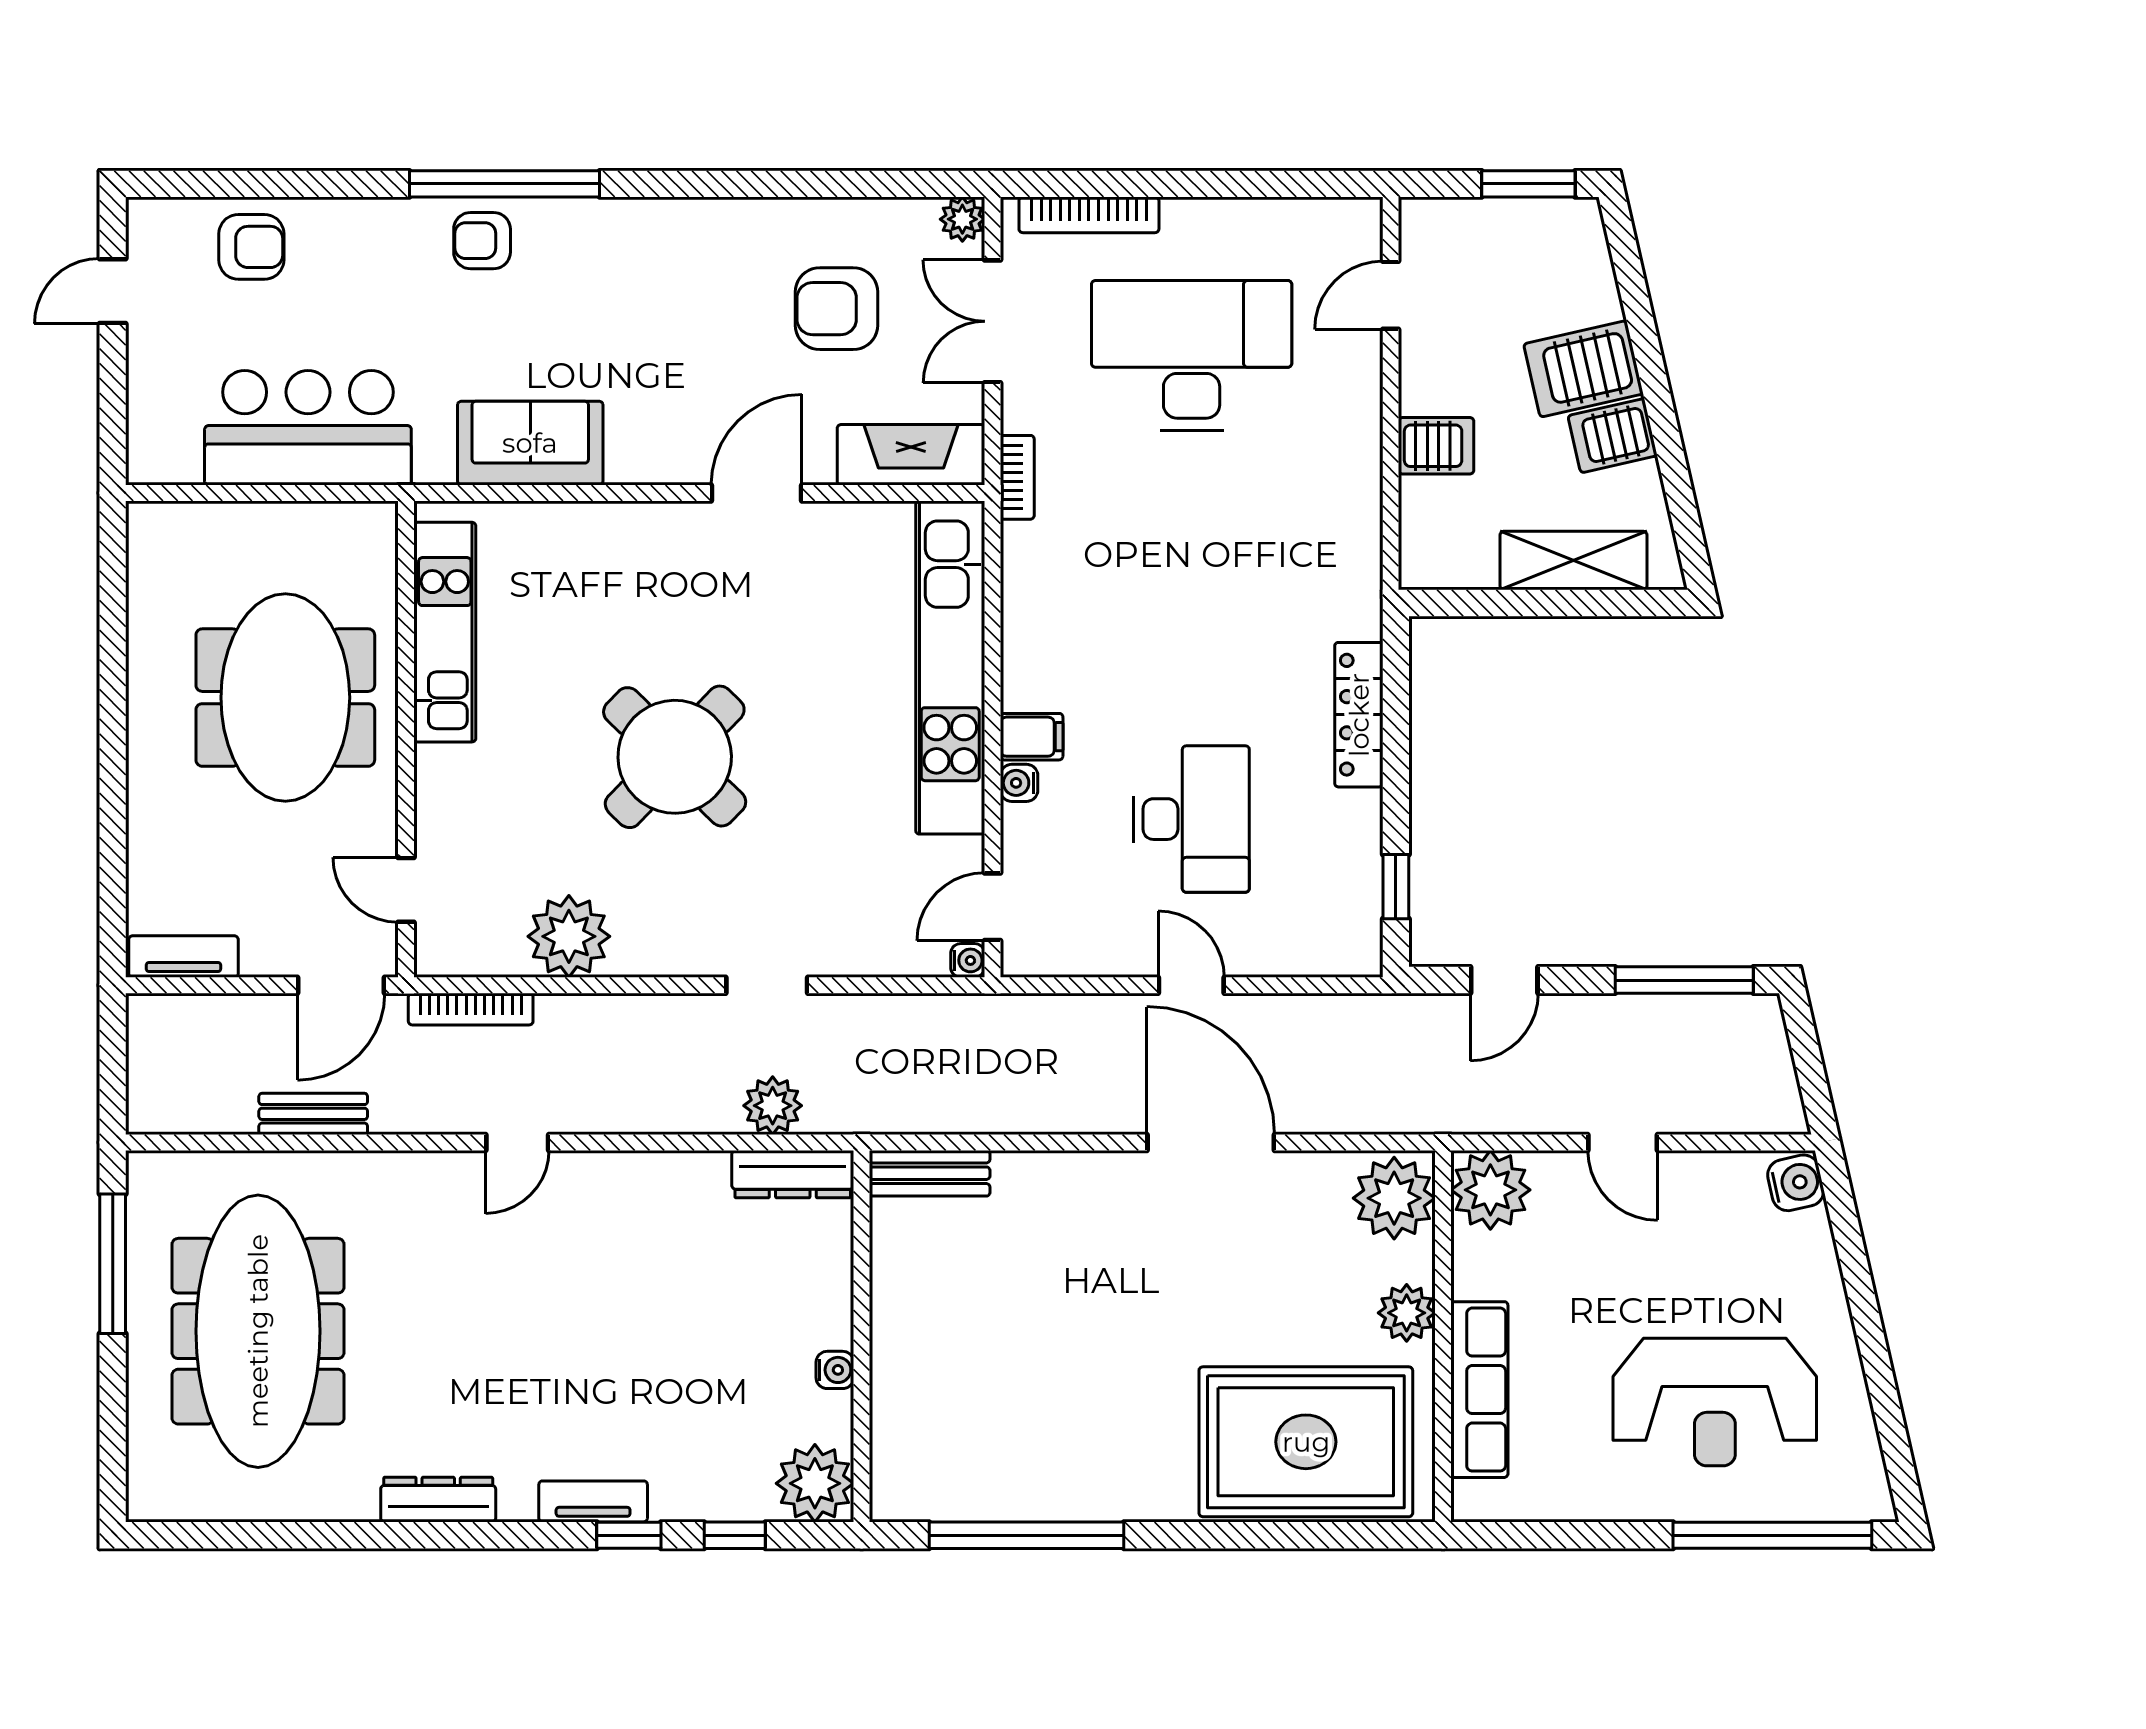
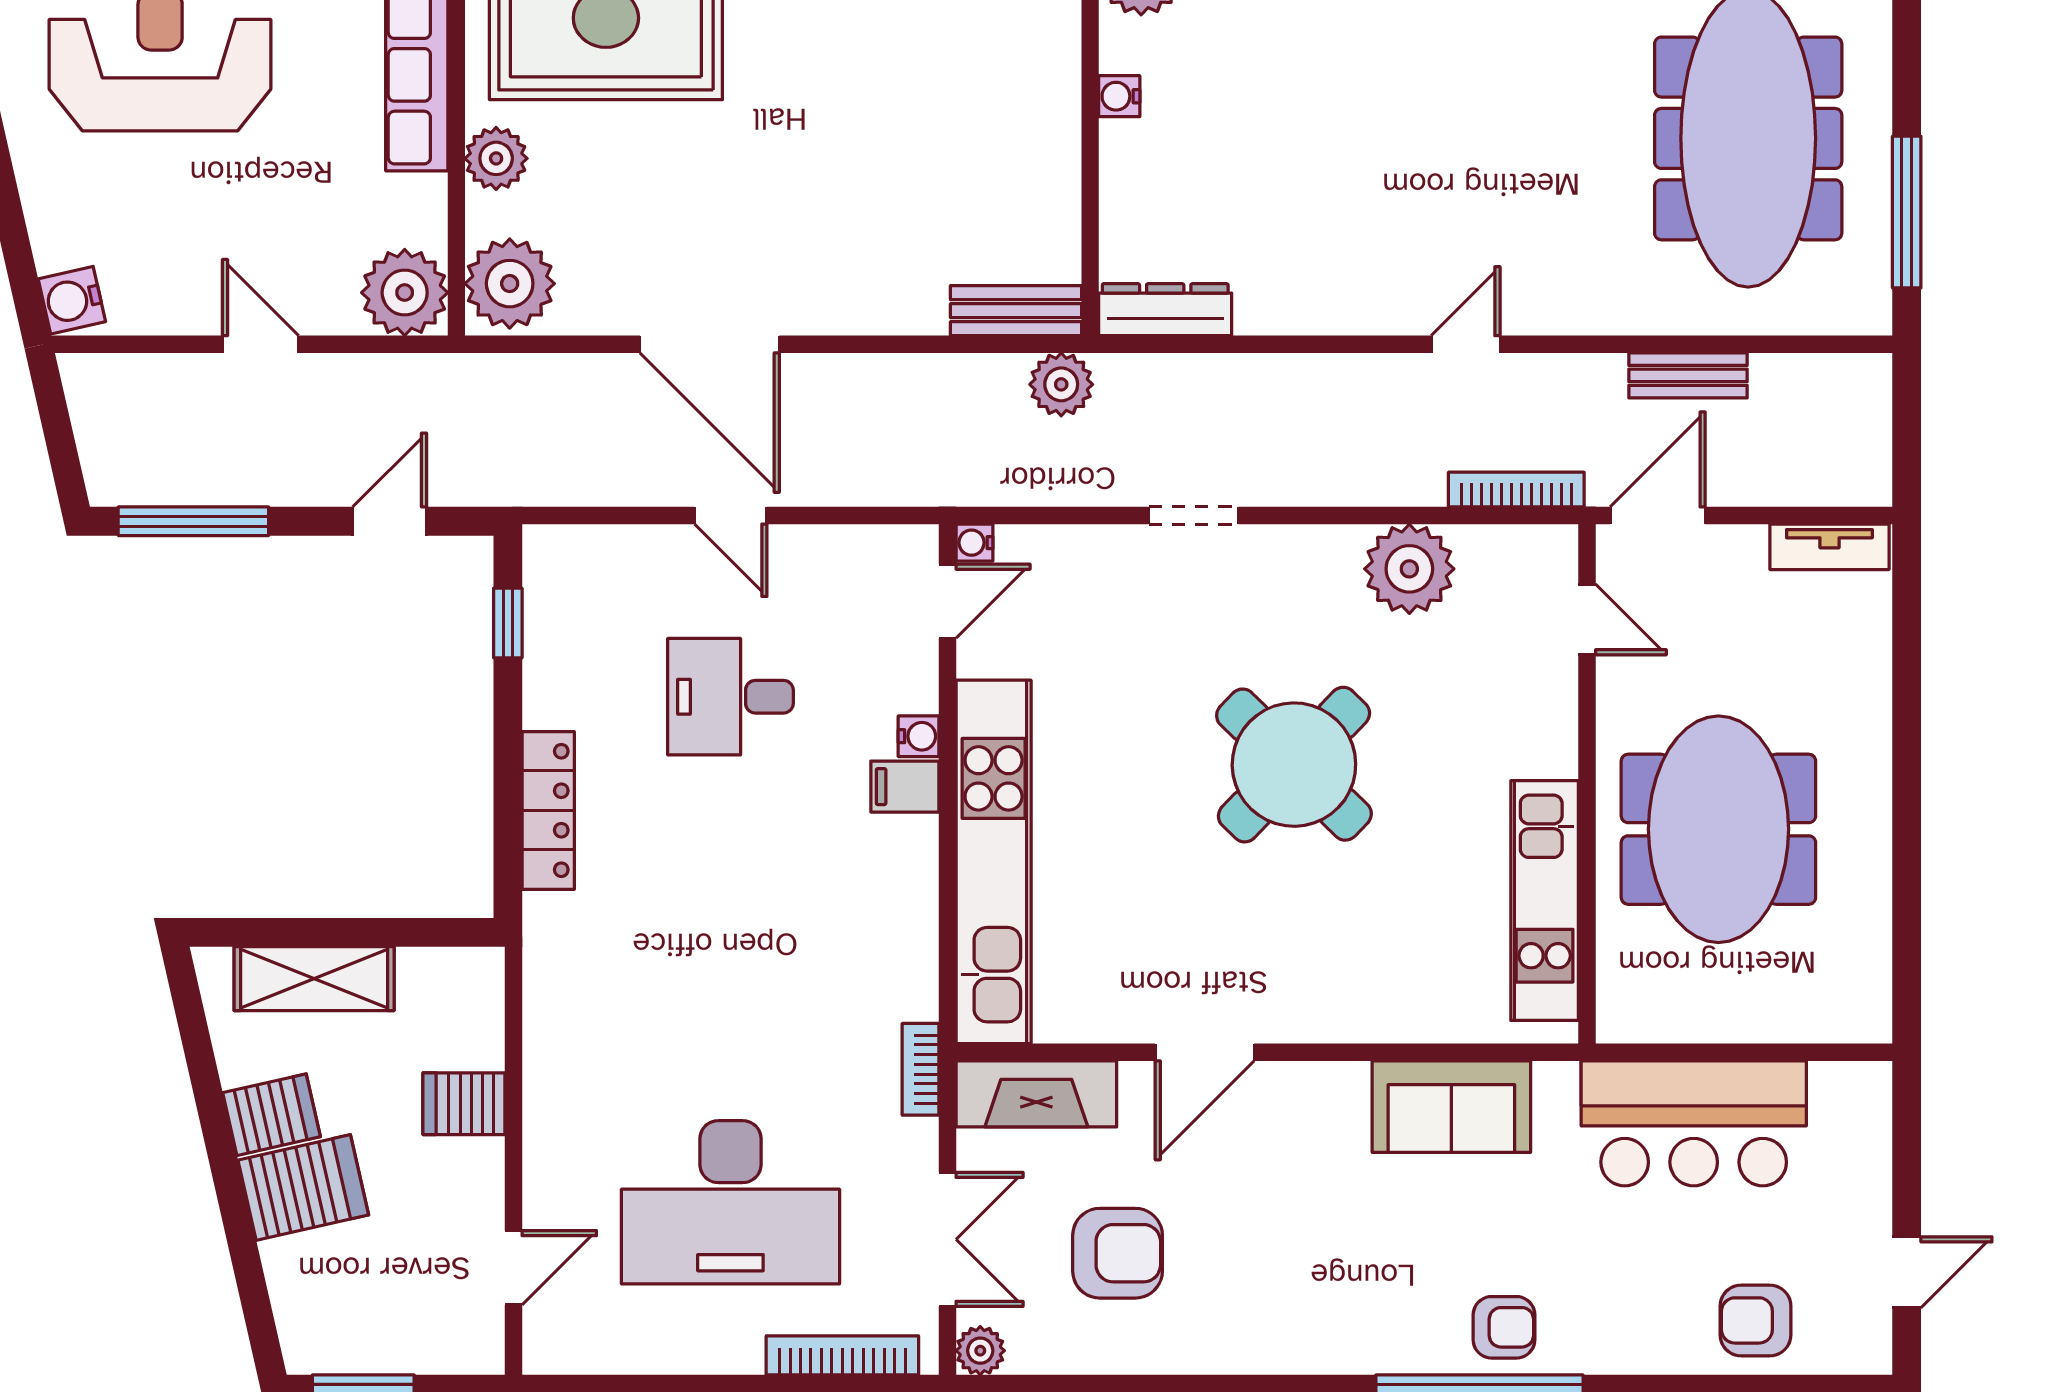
desk: (1192, 819) -> (730, 697), width x0.73
plant: (773, 1106) -> (1061, 384), moved

